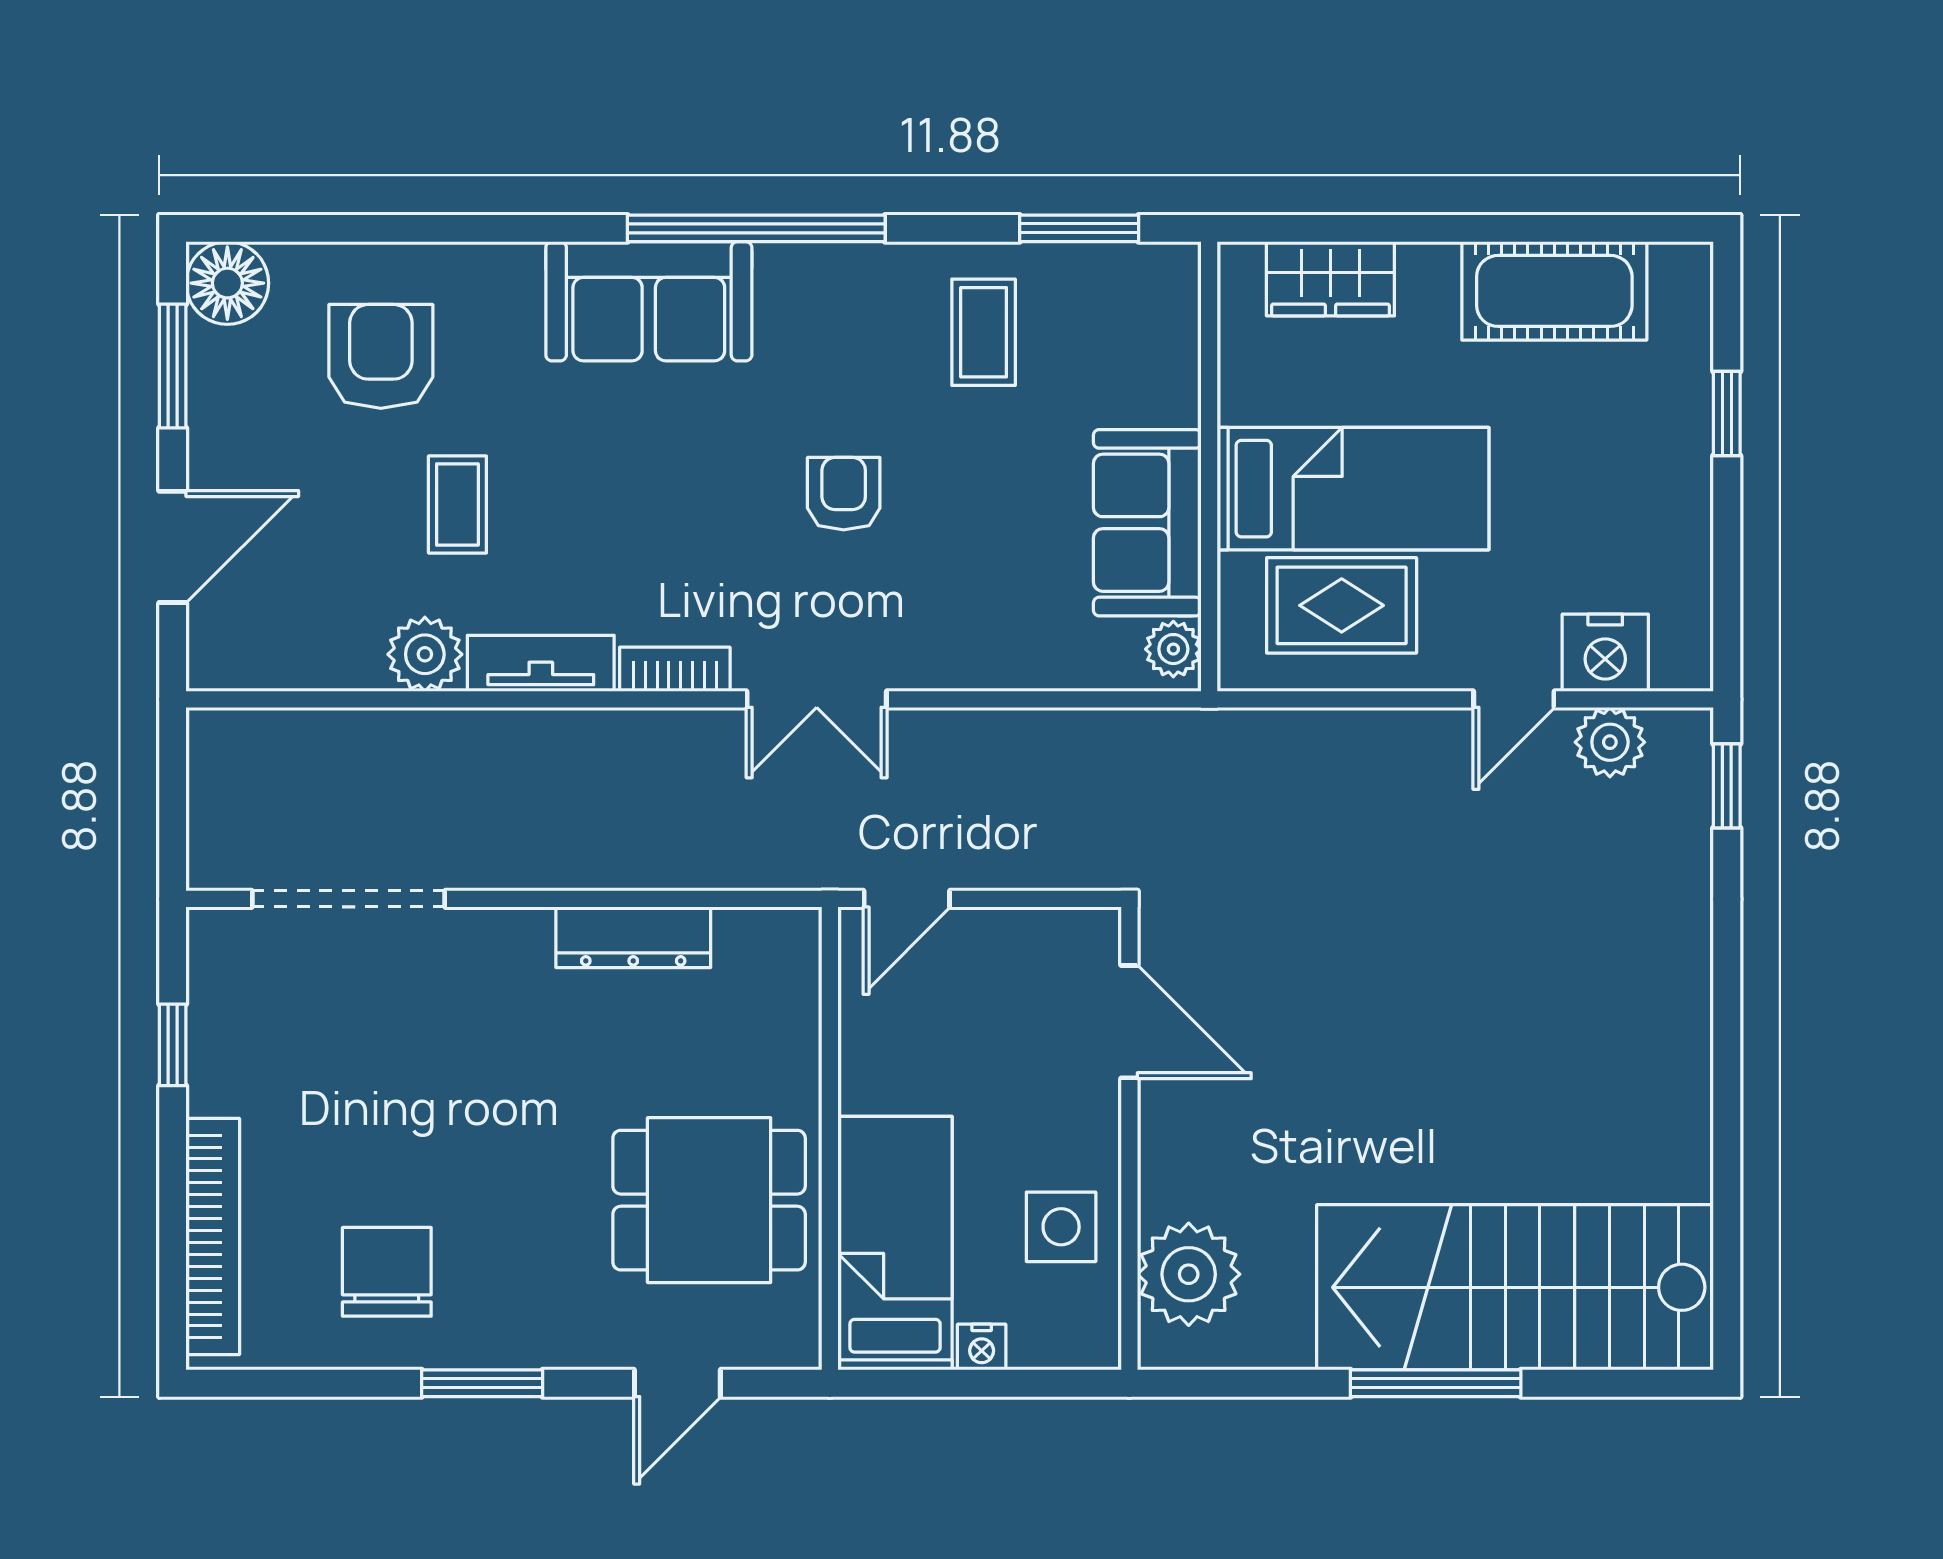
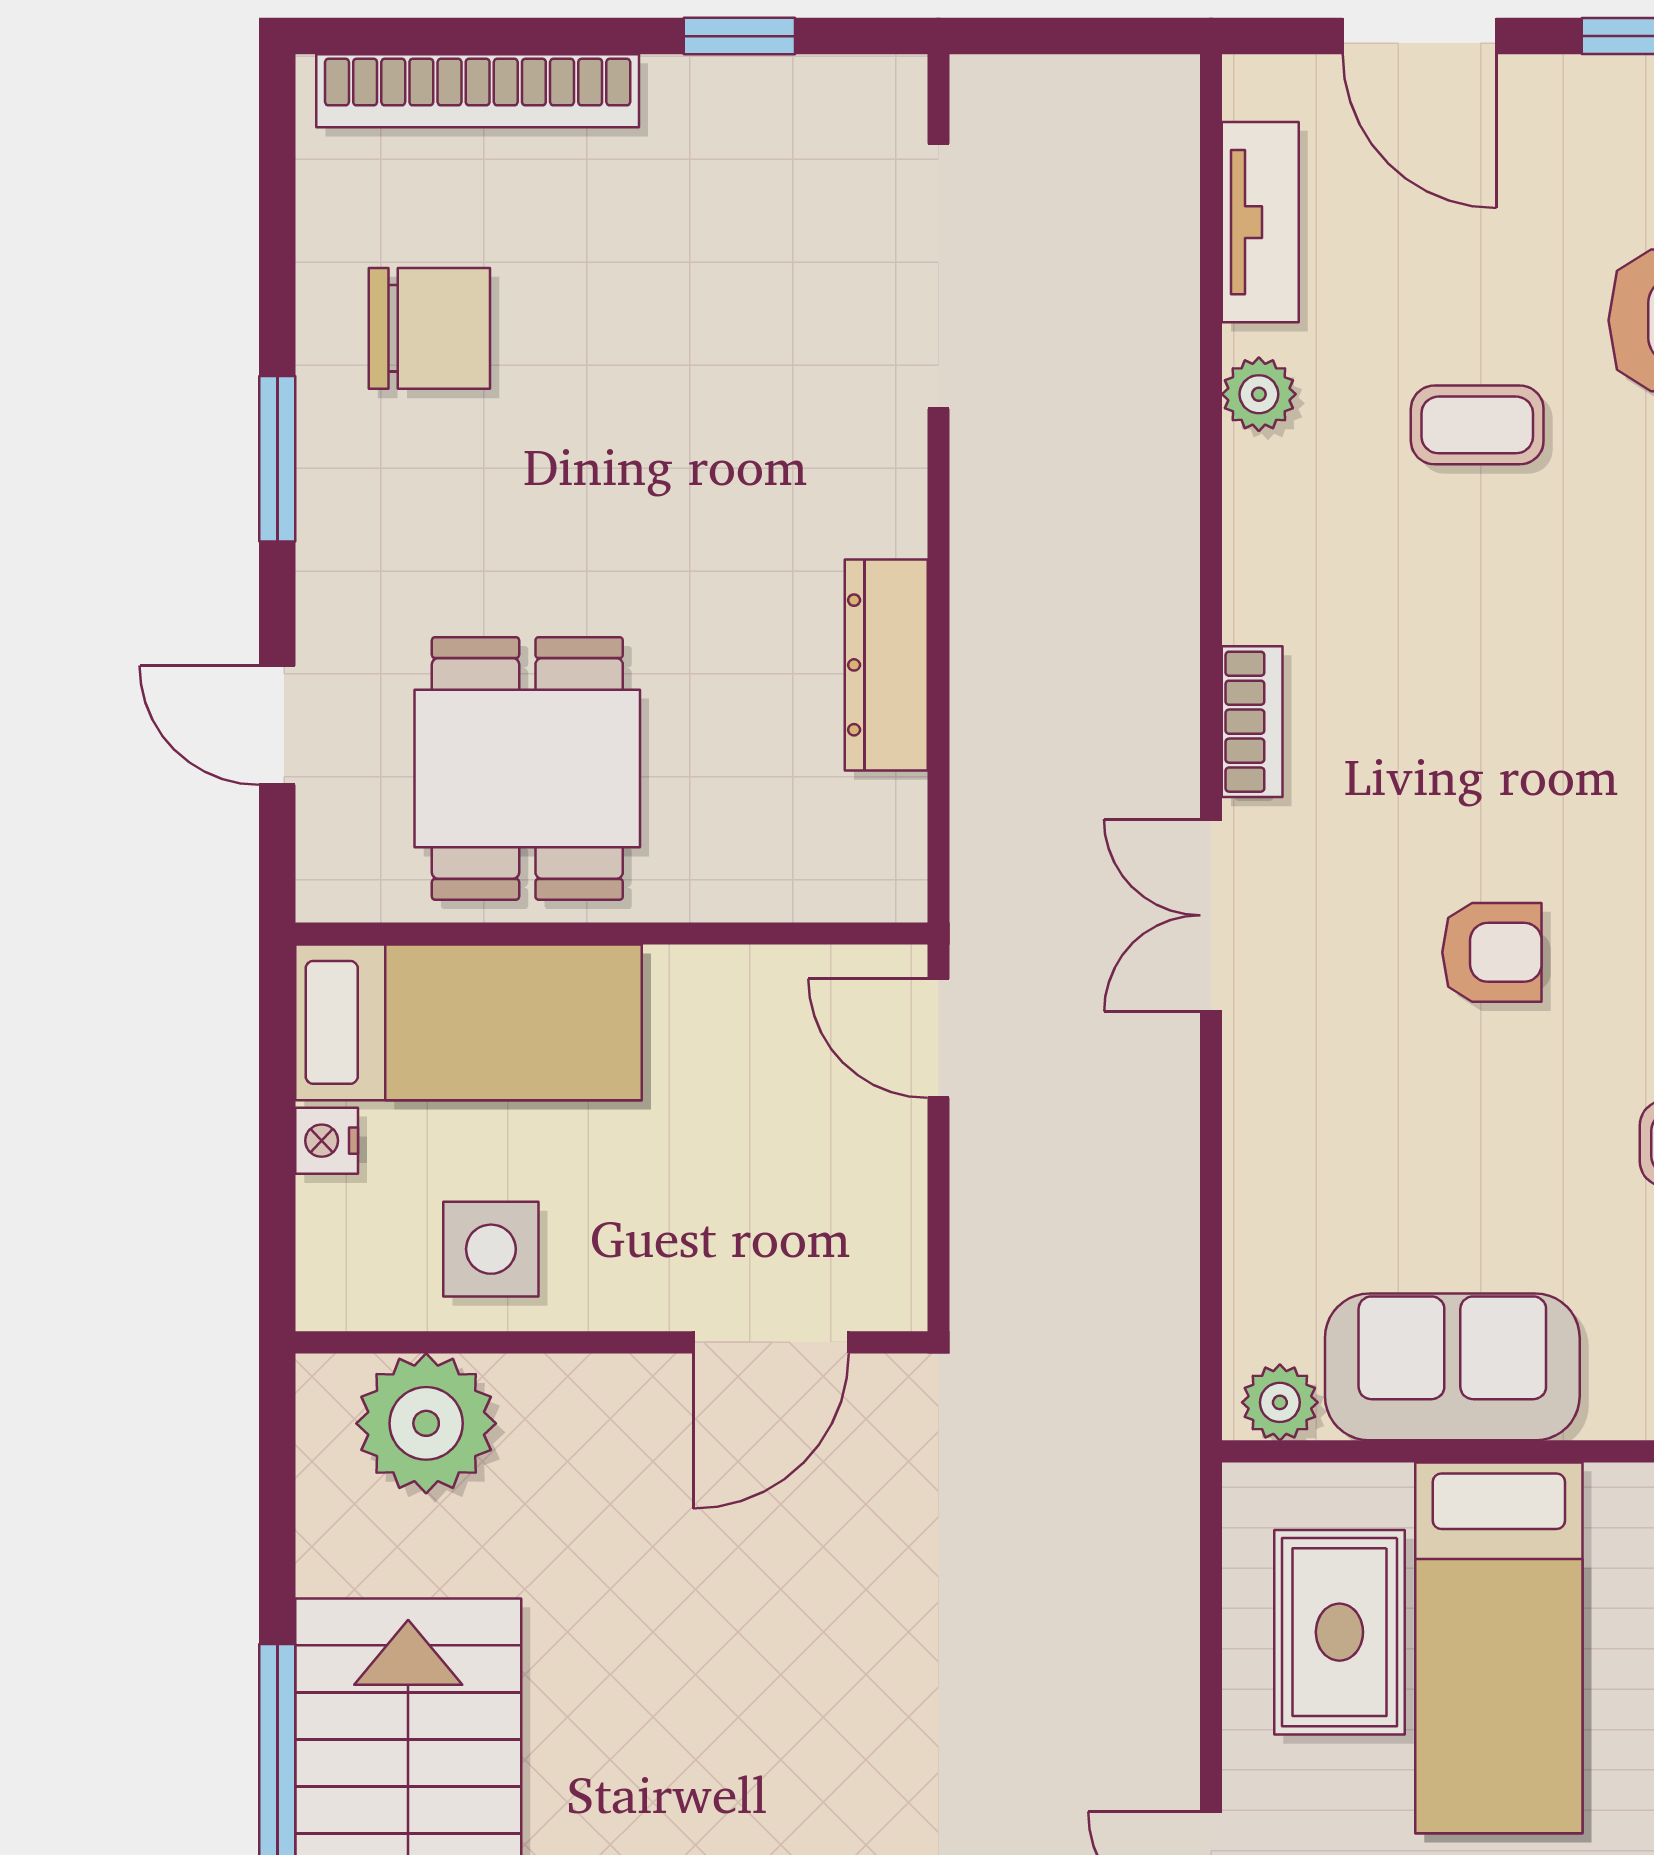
plant: (425, 654) -> (1259, 394), width x0.73, depth x0.73
tv unit: (541, 663) -> (1260, 222), moved

